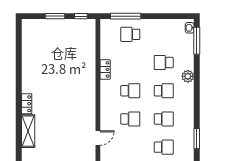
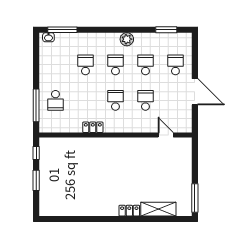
school desk: (164, 63) -> (85, 65), turned 180
plant: (188, 76) -> (127, 39), moved

